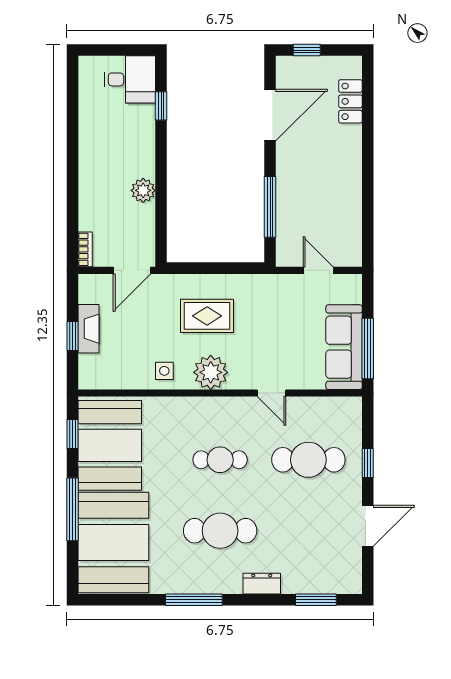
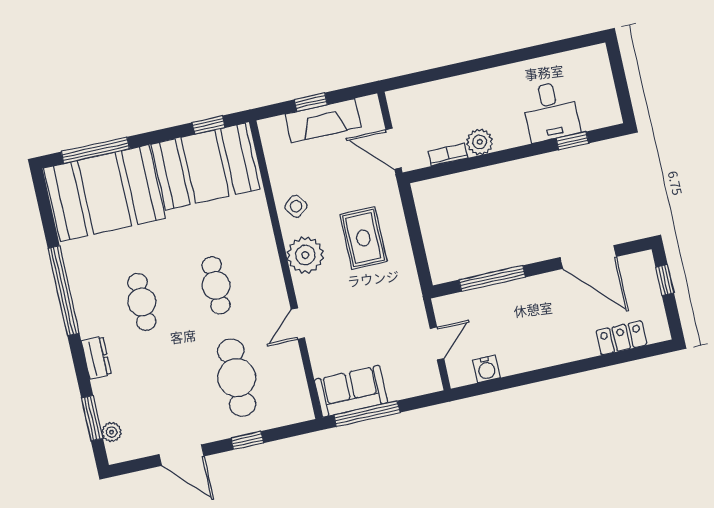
desk: (130, 79) -> (551, 111), moved
water cooler: (351, 230) -> (486, 369), added
bookcase: (85, 249) -> (448, 155), moved, turned 180
fireplace: (89, 329) -> (323, 121), width x1.37, depth x1.32
sofa: (344, 347) -> (351, 391), width x0.73
side table: (164, 371) -> (296, 206), turned -38
window: (72, 509) -> (95, 150), moved
cafe table: (220, 531) -> (142, 302), width x0.73, depth x0.74
plant: (333, 585) -> (112, 432), added
window: (194, 600) -> (64, 291), width x1.46

